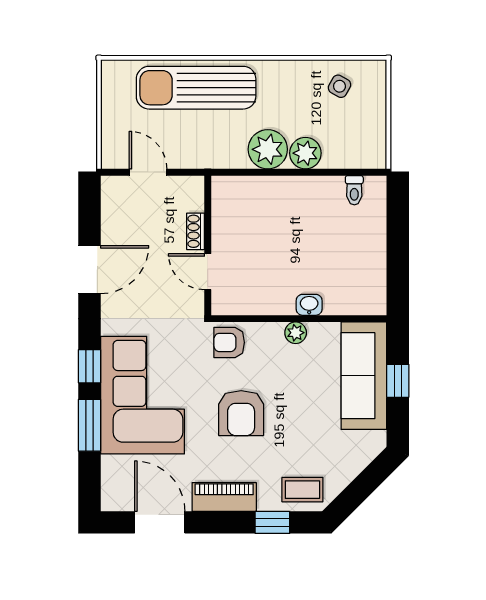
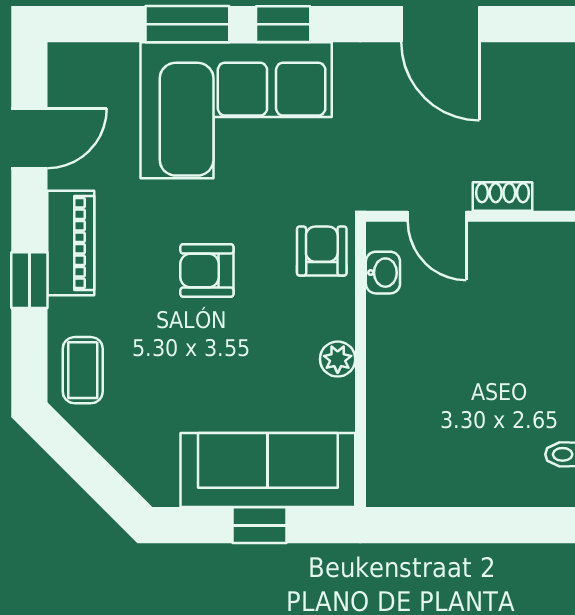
door: (208, 272) -> (437, 216), swing flipped
washbasin: (309, 305) -> (383, 273), moved
armchair: (241, 413) -> (207, 271), width x0.72, depth x0.72
door: (160, 522) -> (29, 138), width x0.73
window: (272, 522) -> (29, 280), moved

